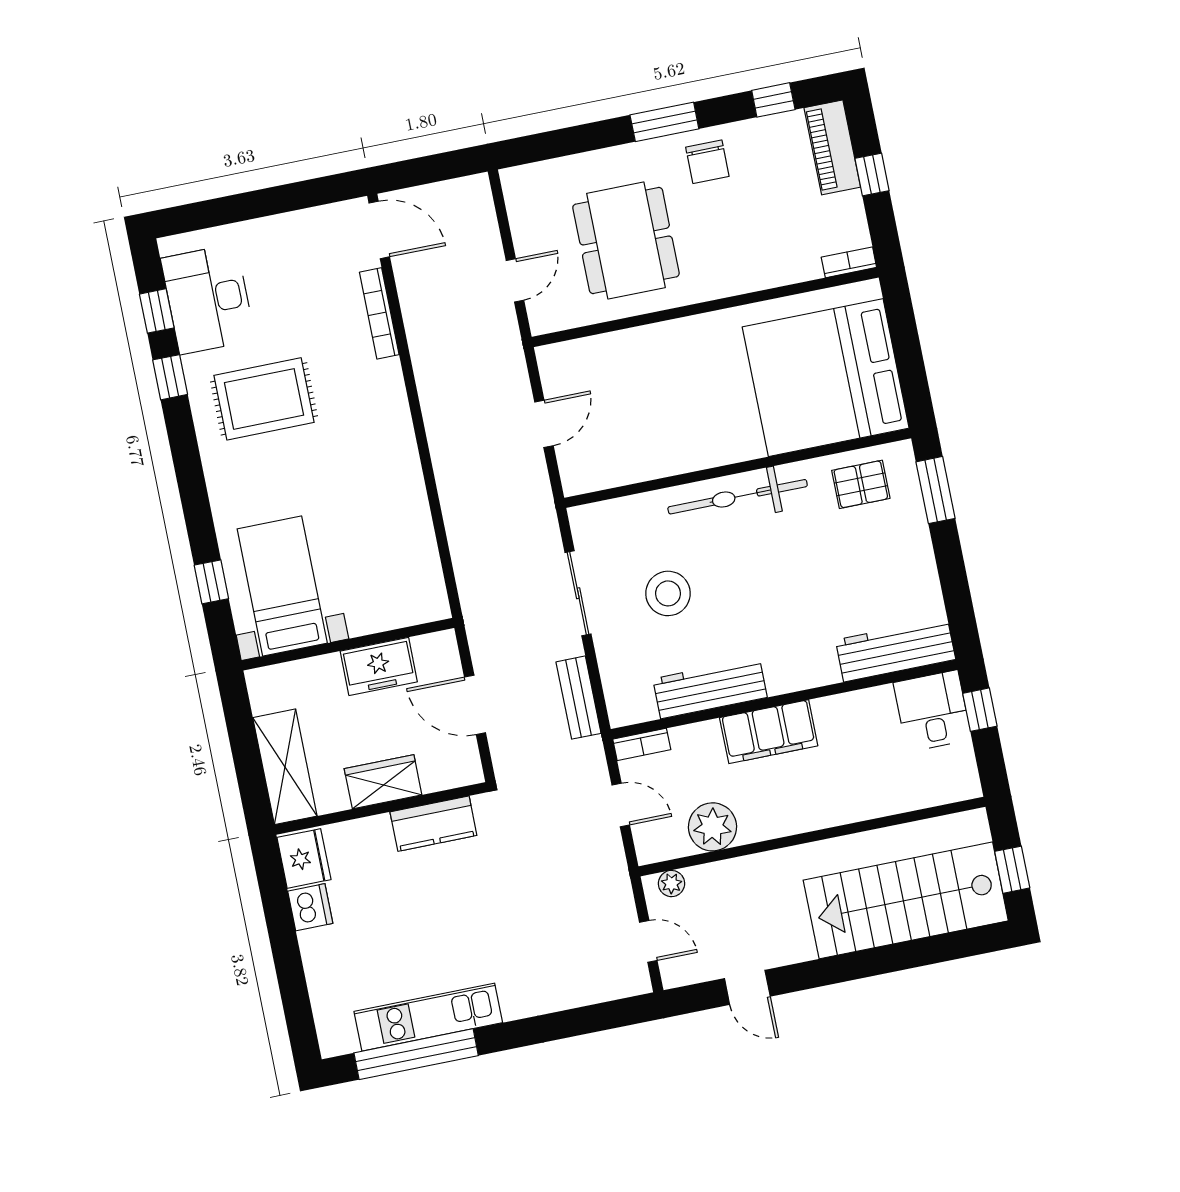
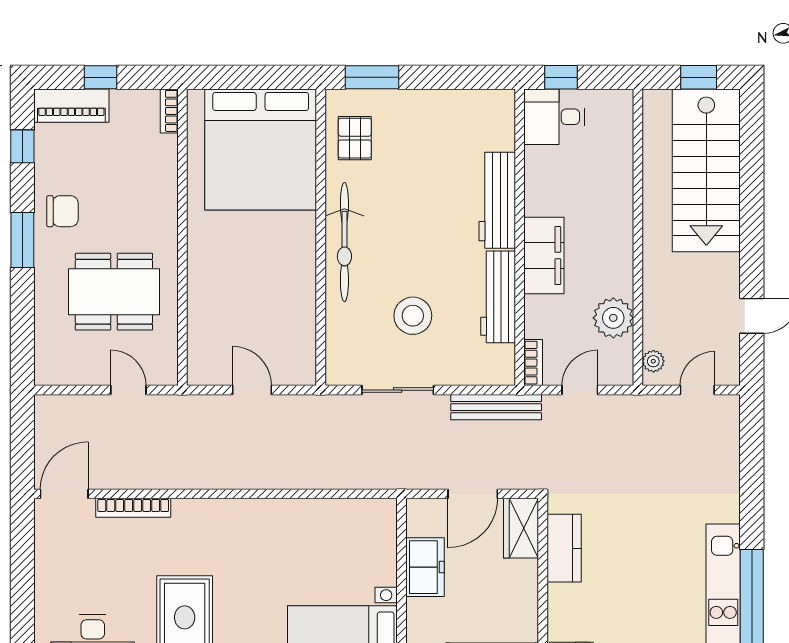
workbench: (895, 650) -> (497, 200), moved
bench: (579, 698) -> (496, 407), width x1.36
wardrobe: (383, 782) -> (521, 528), moved

